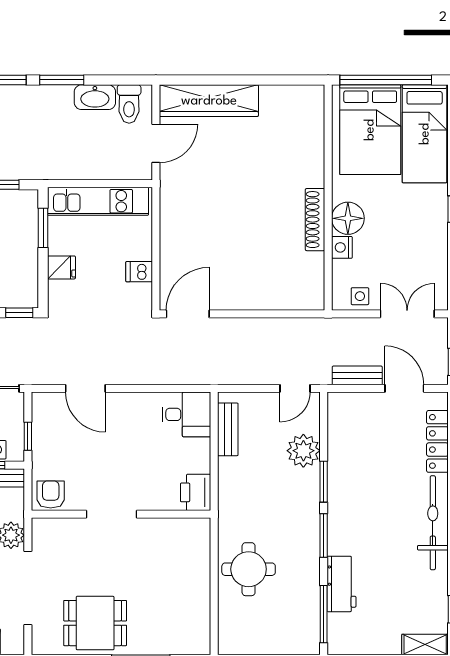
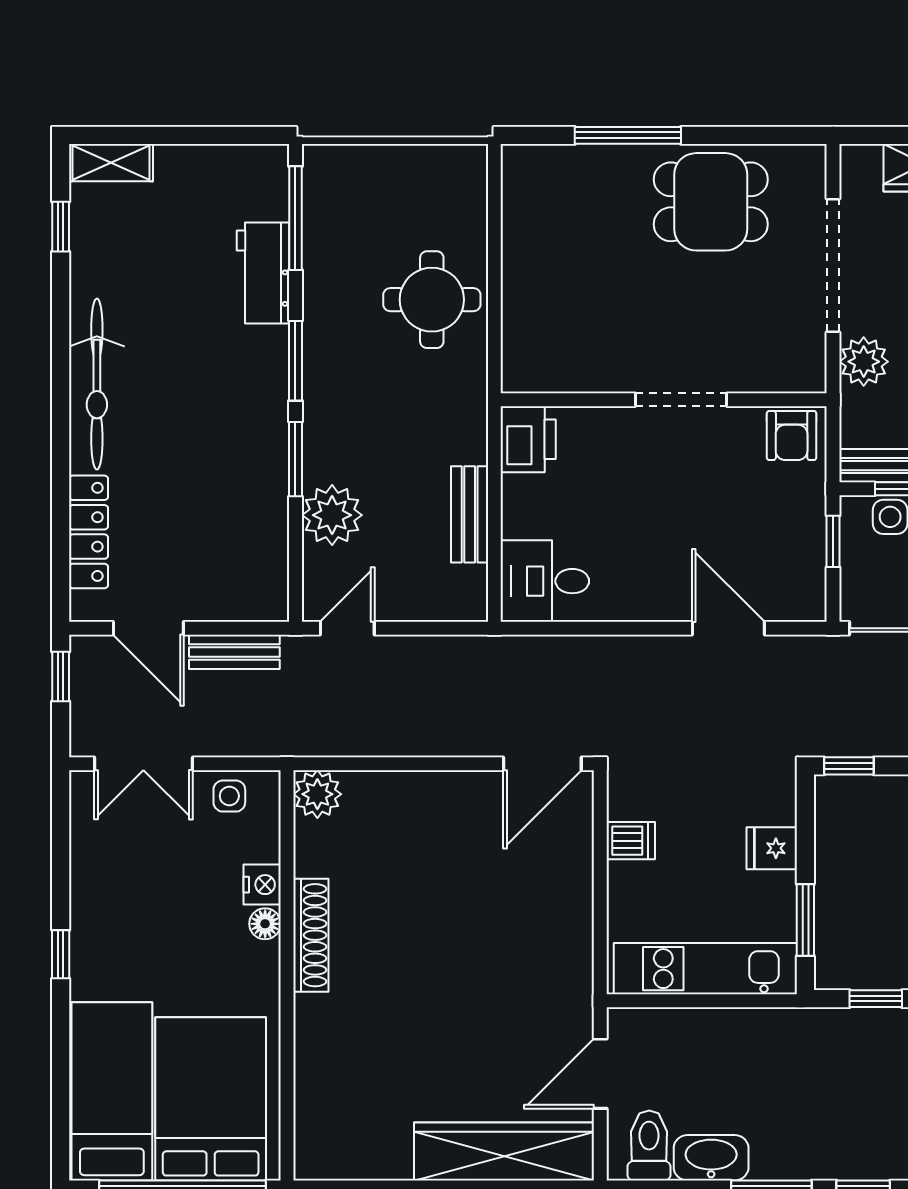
floor lamp: (348, 218) -> (265, 924), width x0.53, depth x0.53
plant: (312, 297) -> (317, 794), added
bench: (228, 429) -> (470, 514), moved

